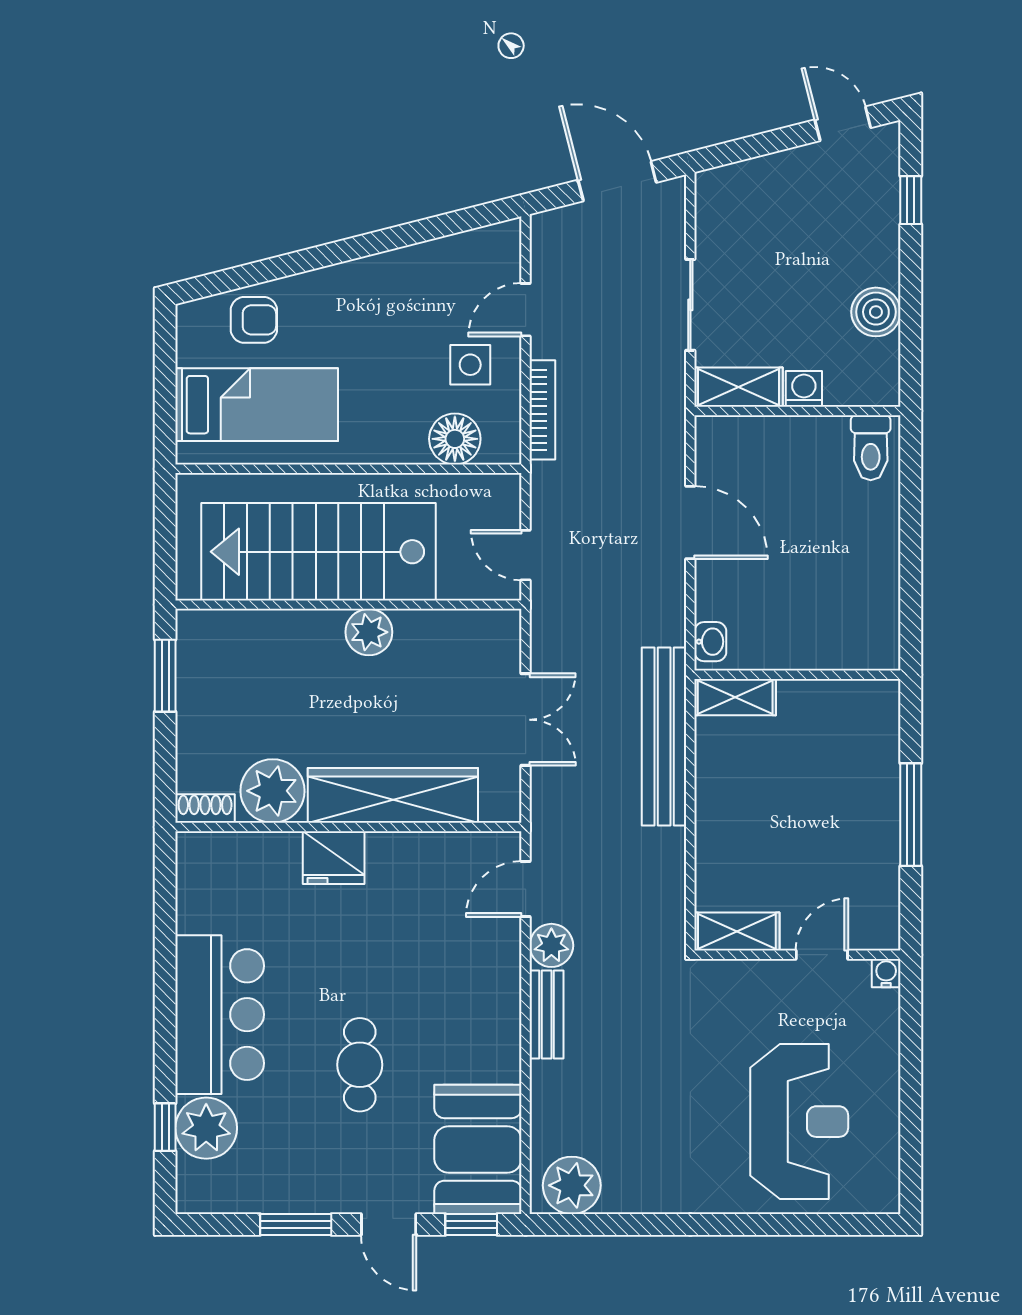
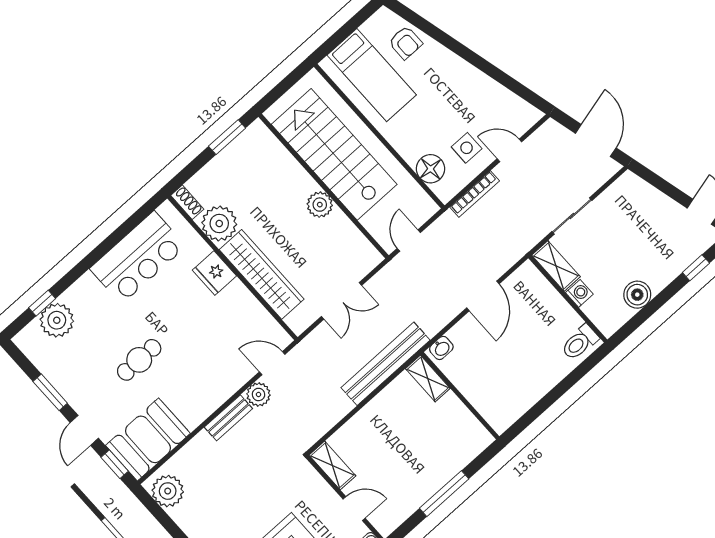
bar counter: (220, 1015) -> (138, 257), moved

